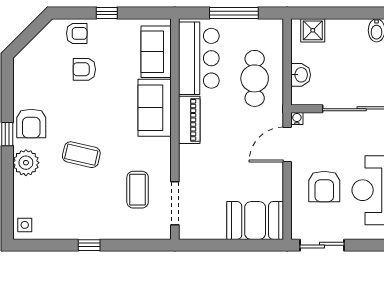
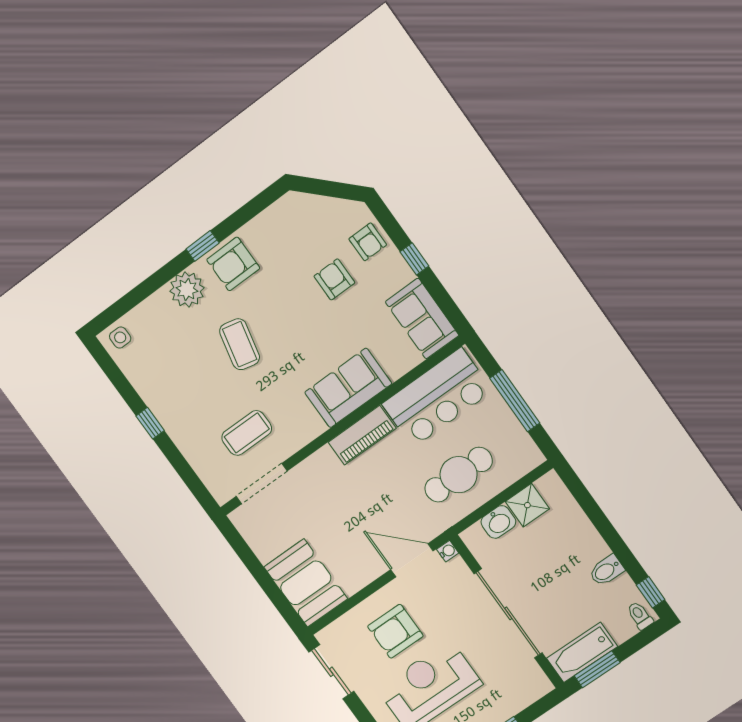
shower: (313, 30) -> (527, 505), moved
sofa: (156, 52) -> (422, 319), moved, turned -90

